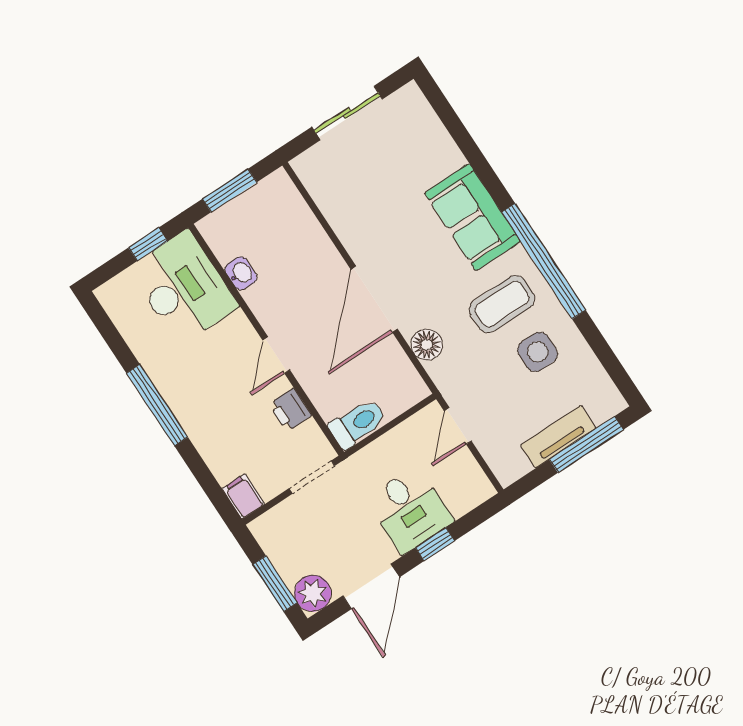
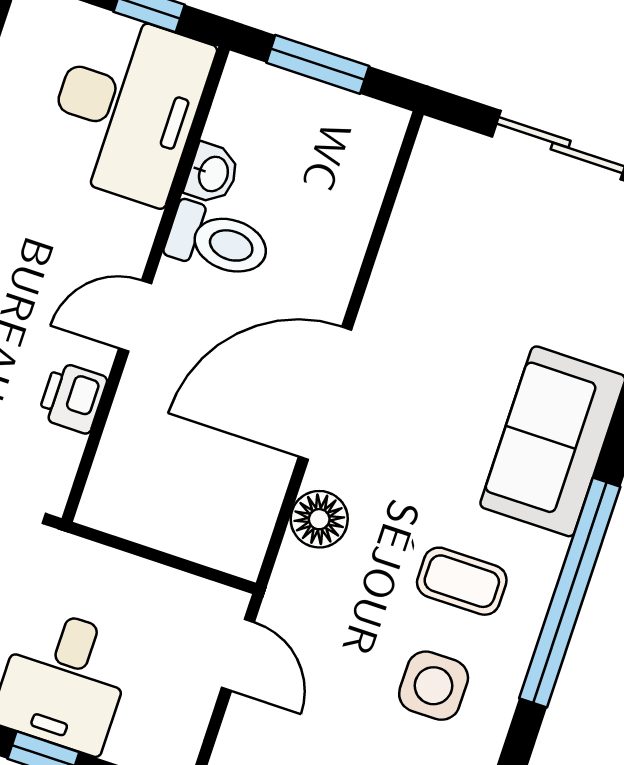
coffee table: (502, 304) -> (462, 581), width x0.73, depth x0.77
toilet: (358, 423) -> (218, 241), moved
door: (458, 426) -> (238, 655), swing flipped

